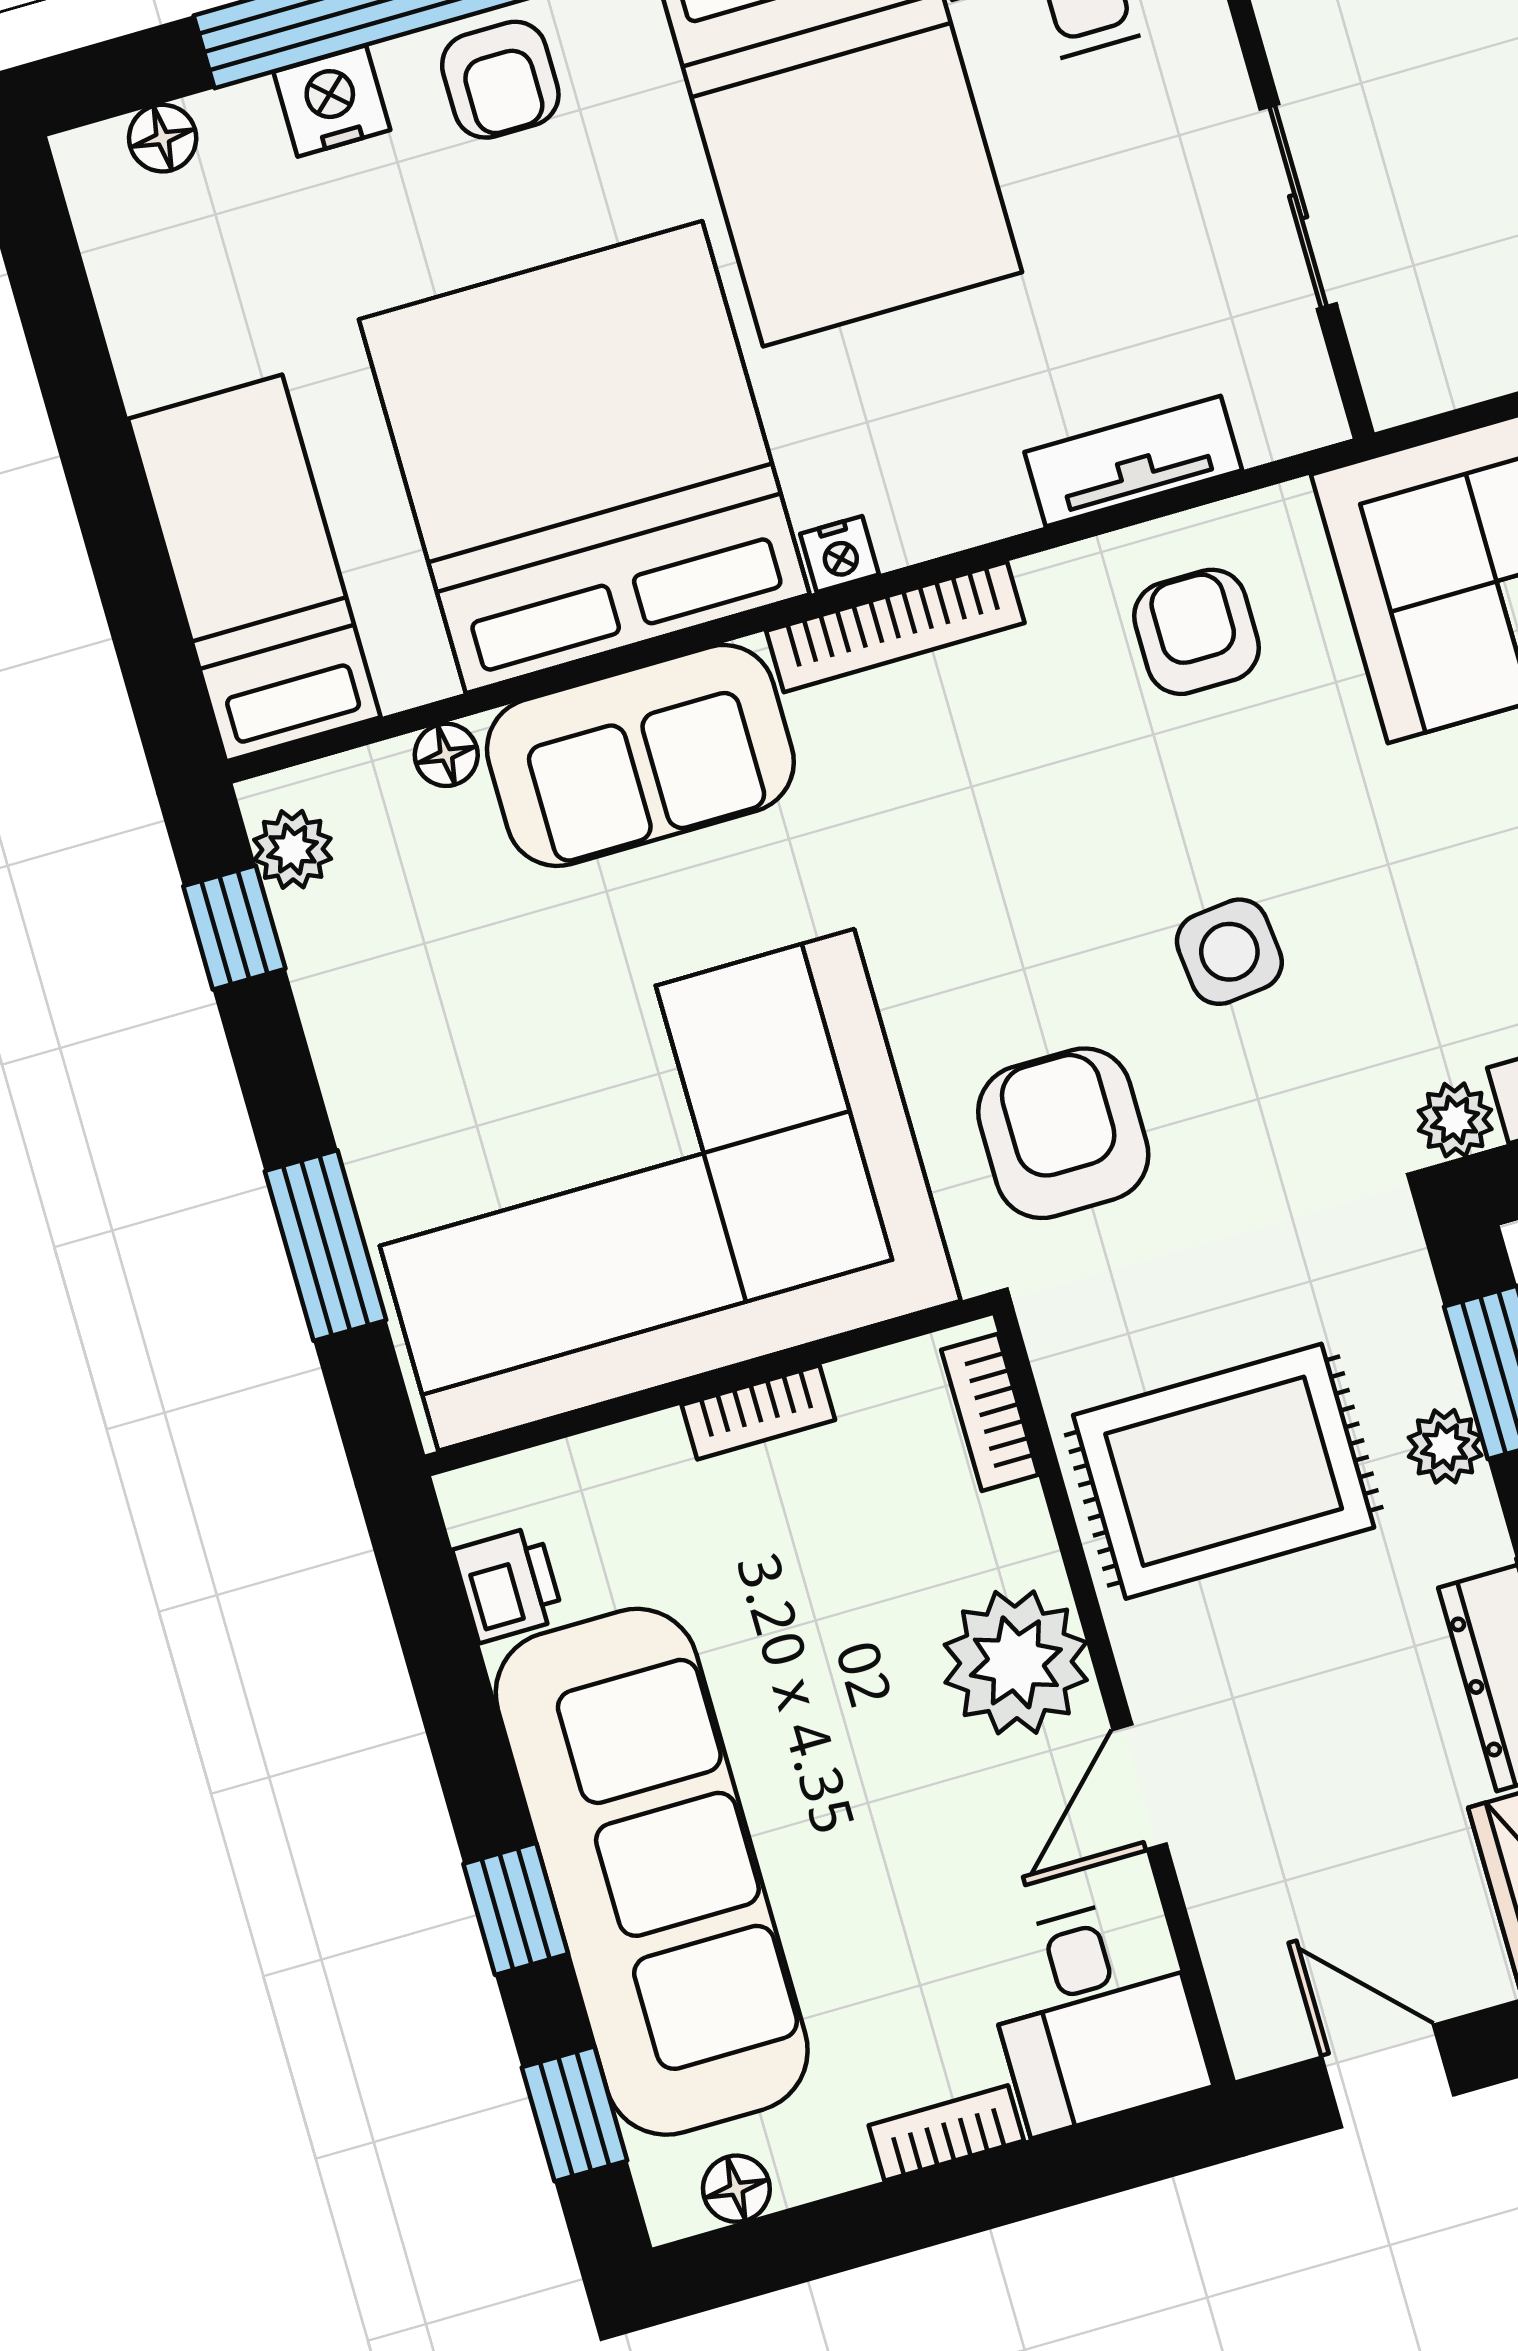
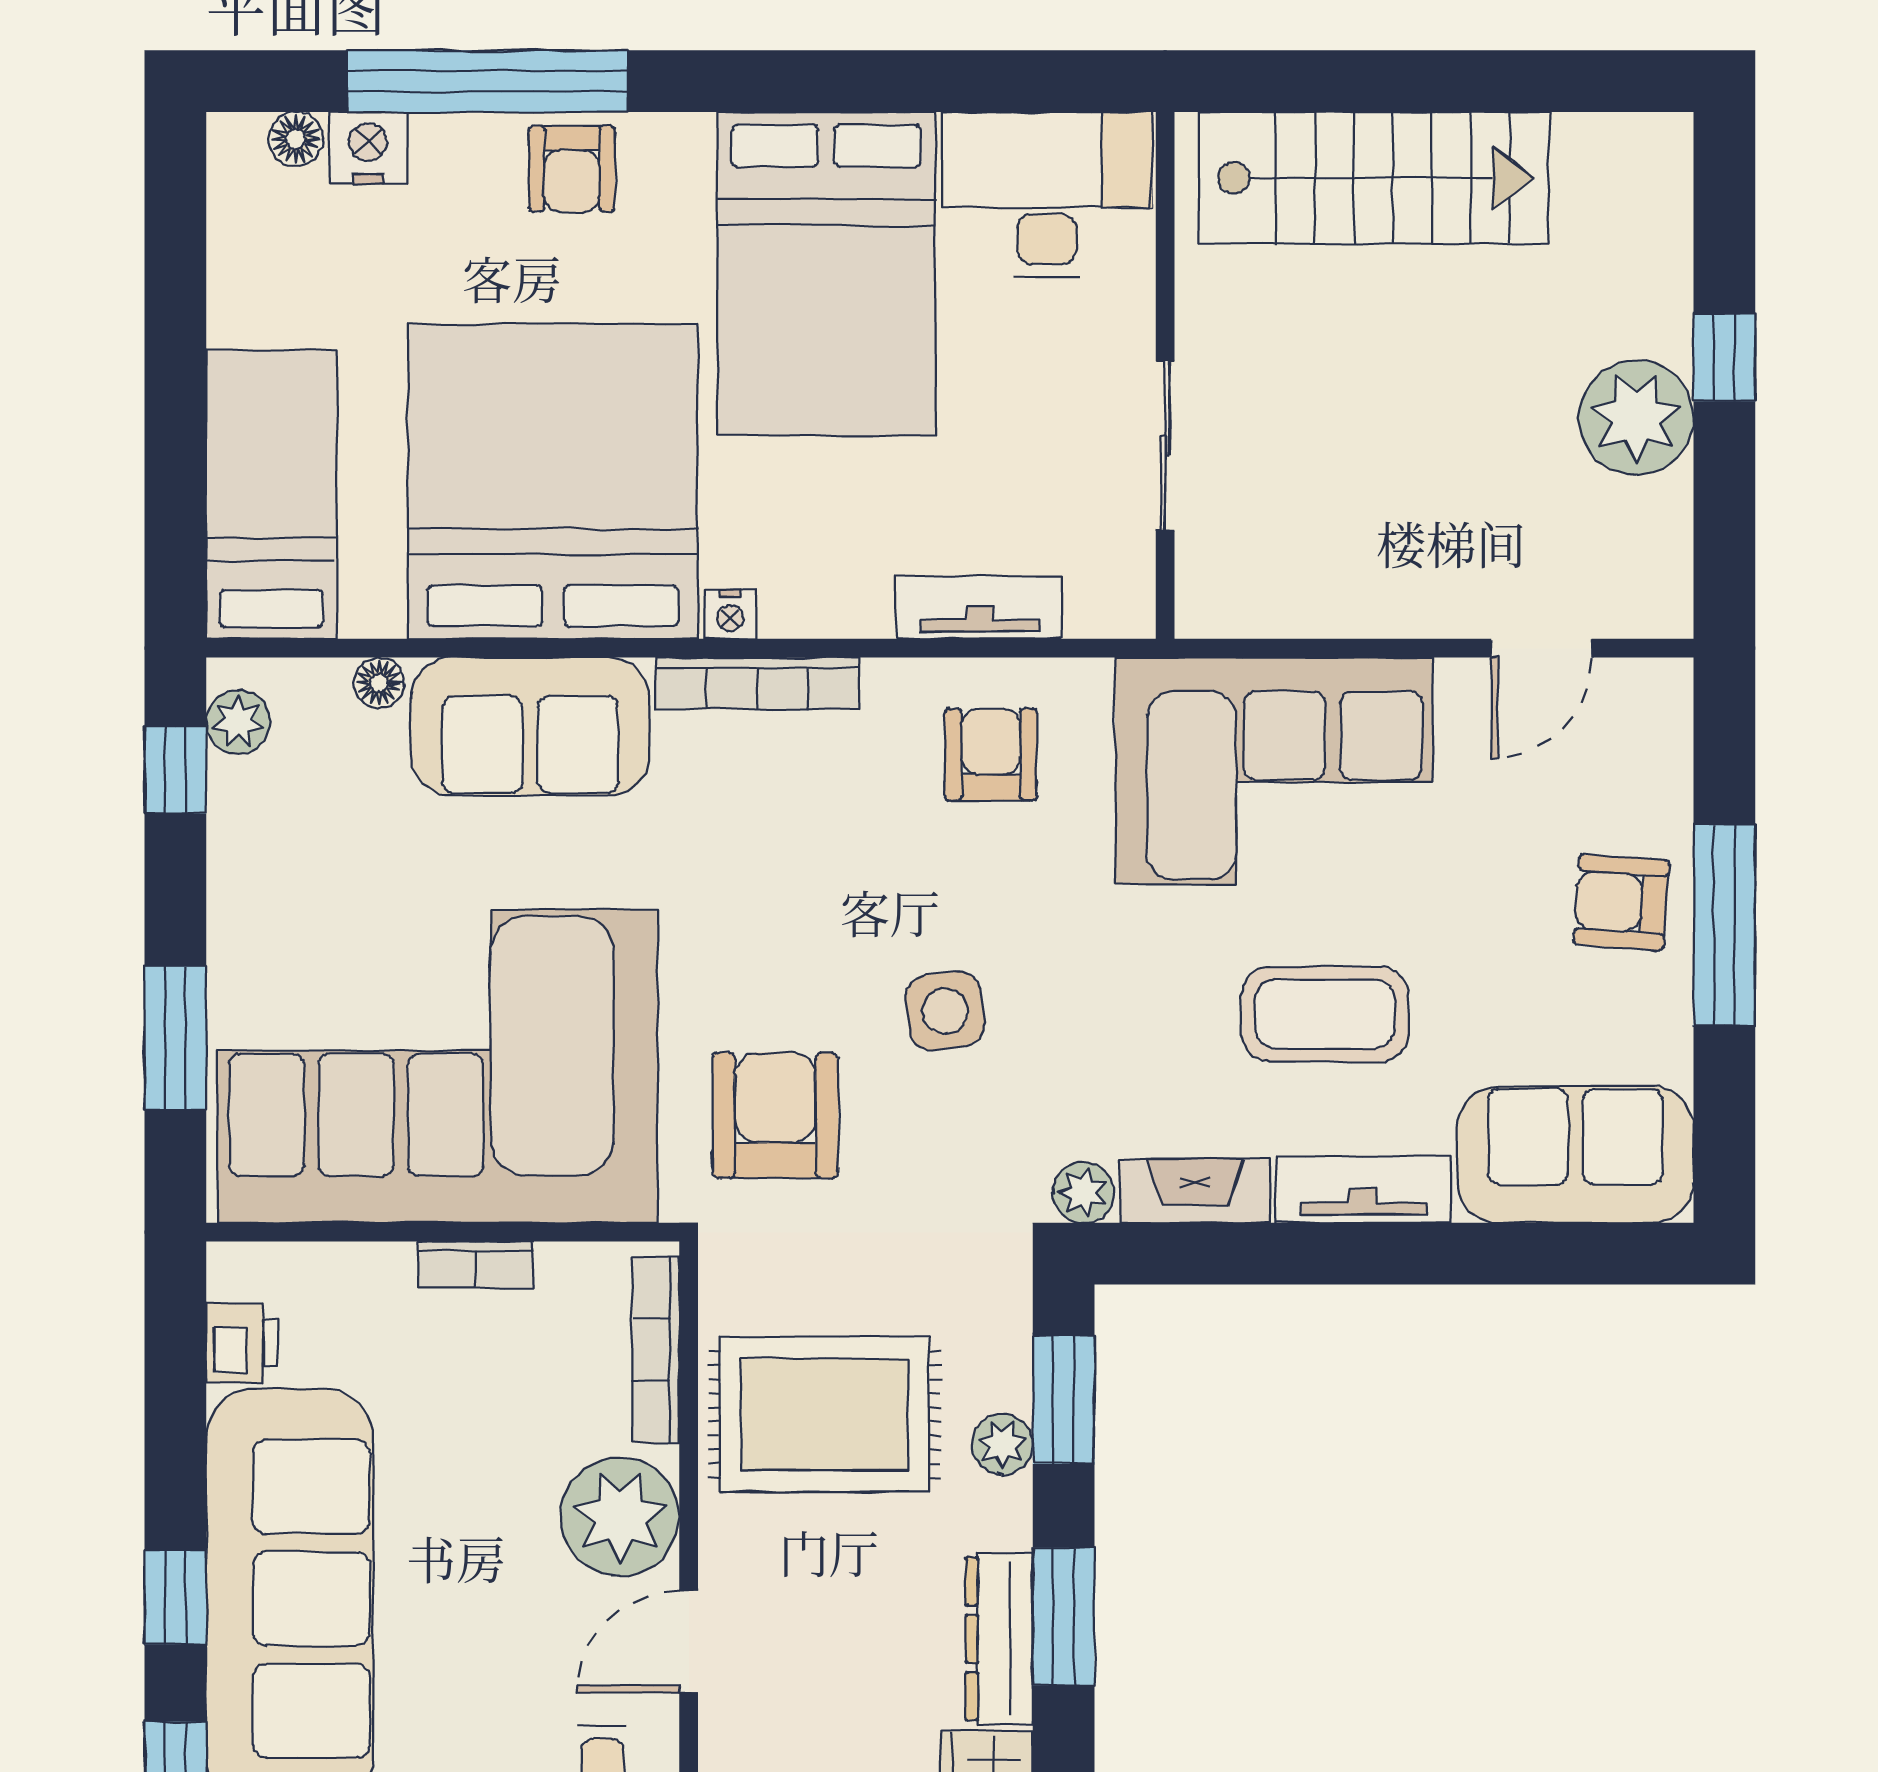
nightstand: (332, 101) -> (368, 148), moved
bookcase: (990, 1412) -> (656, 1350), width x1.56

